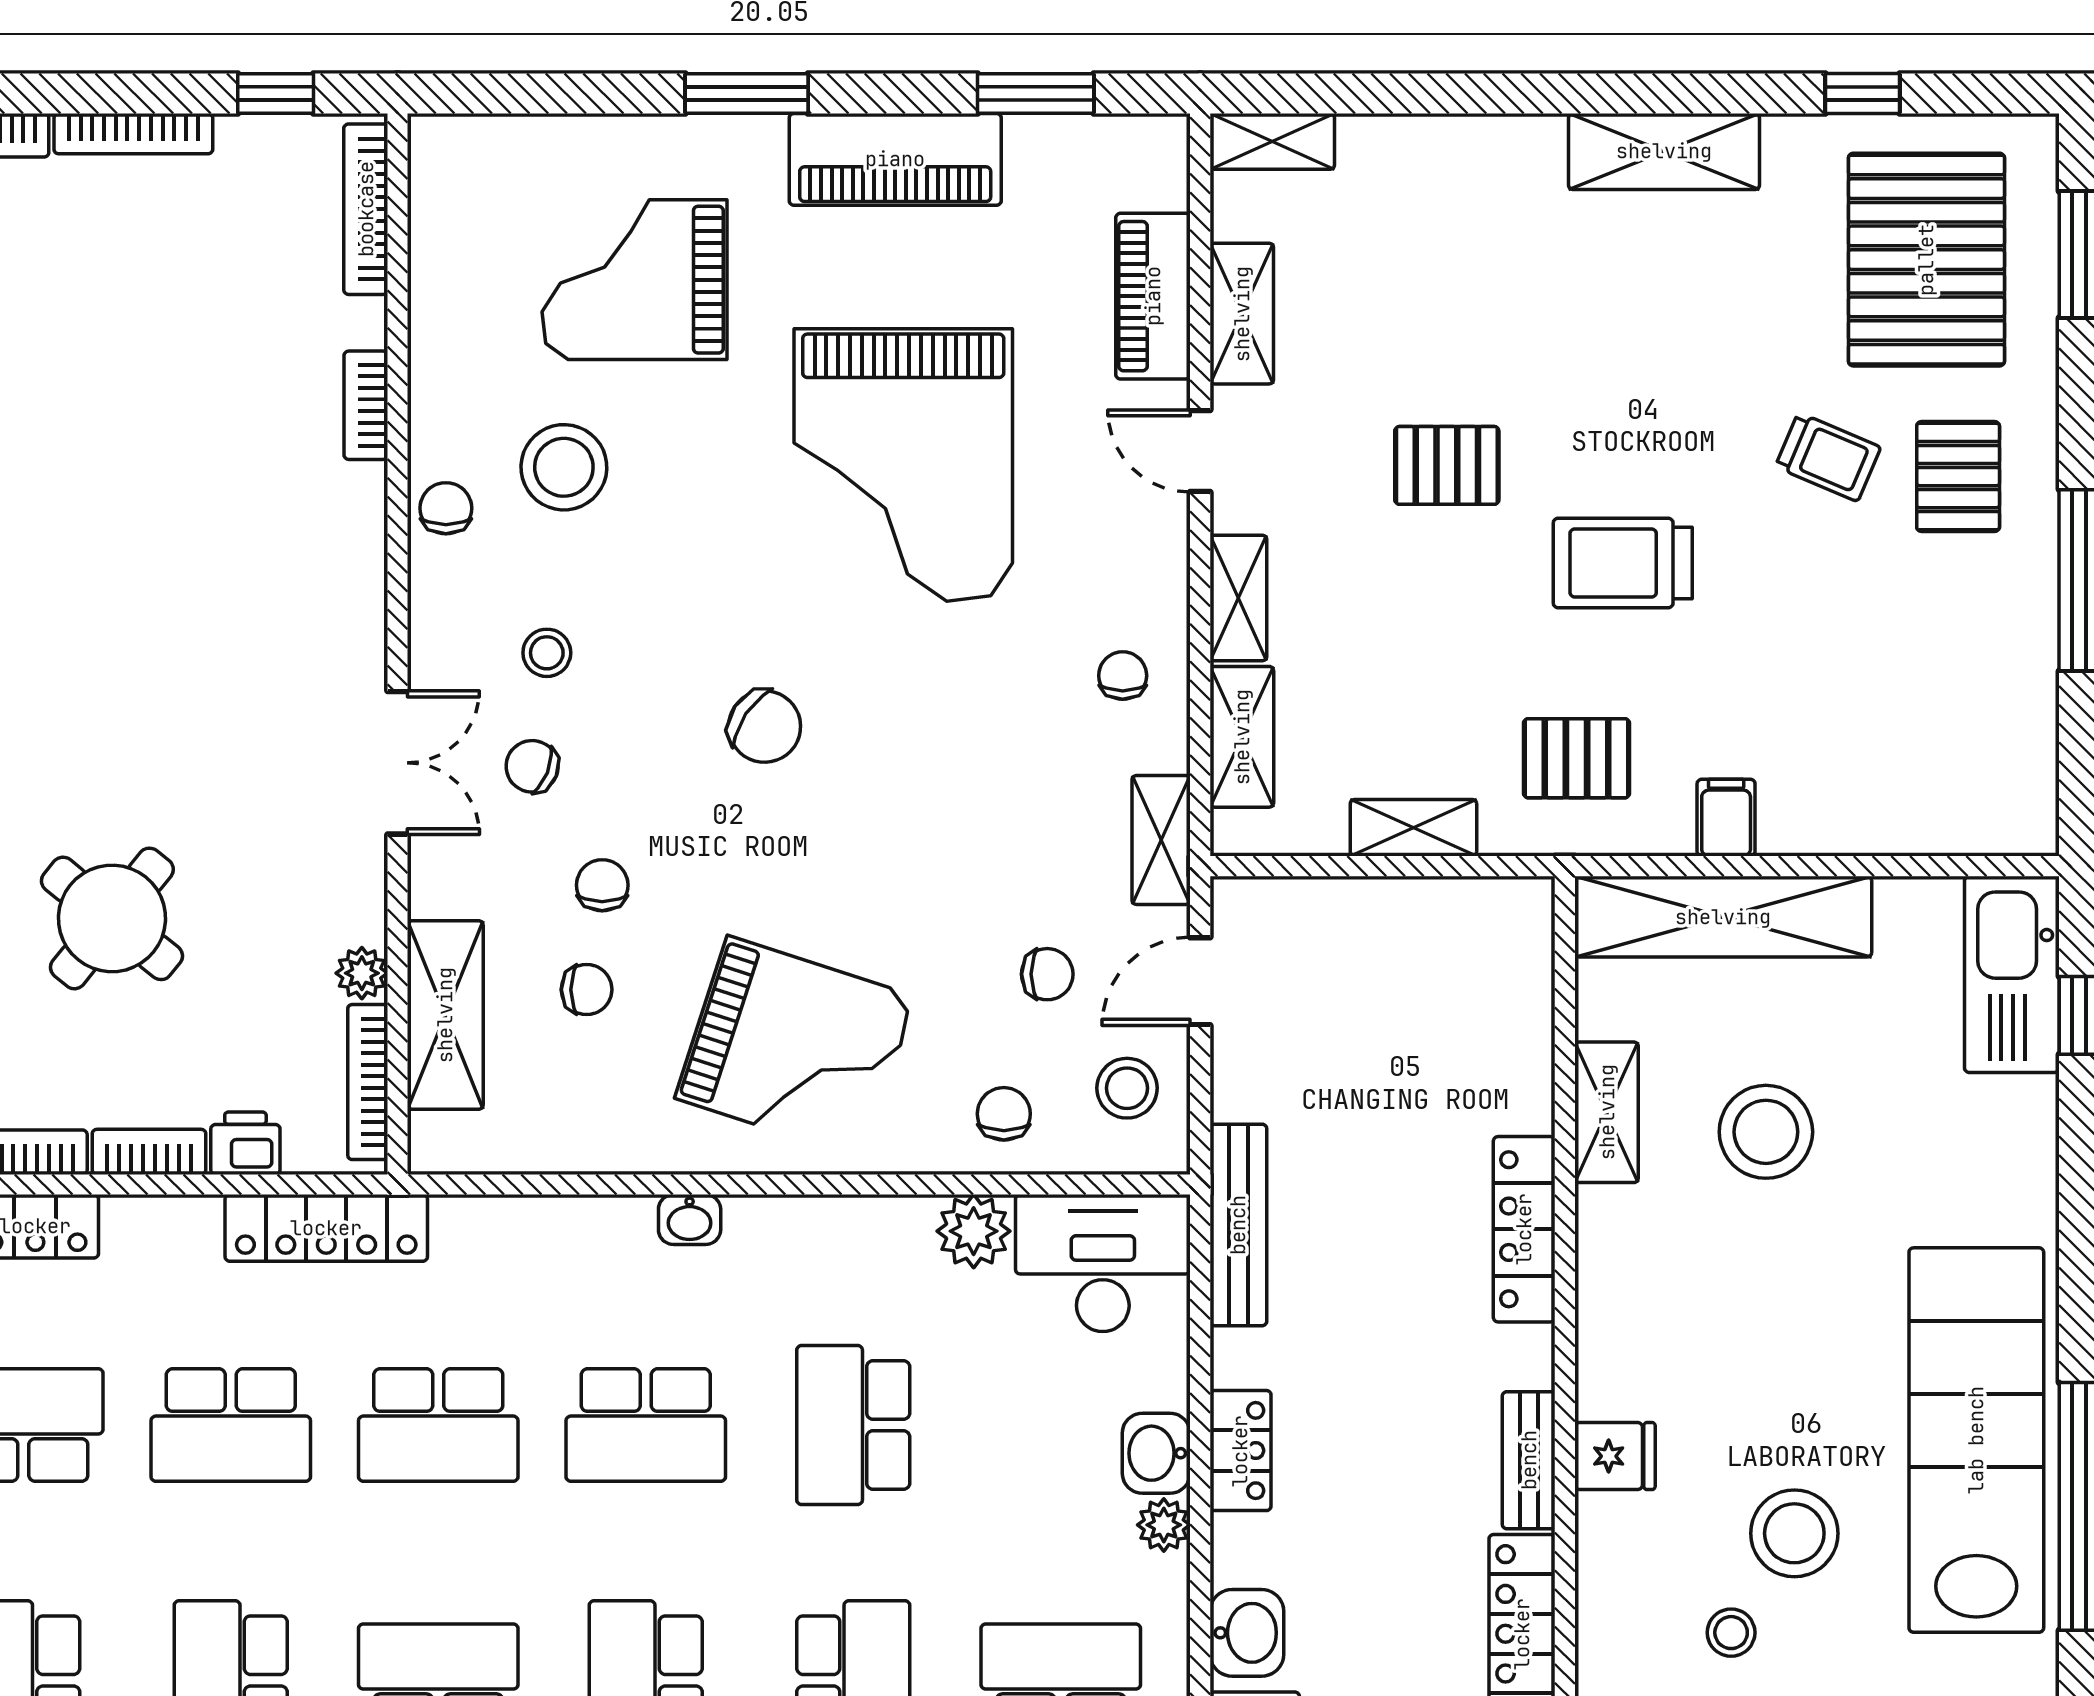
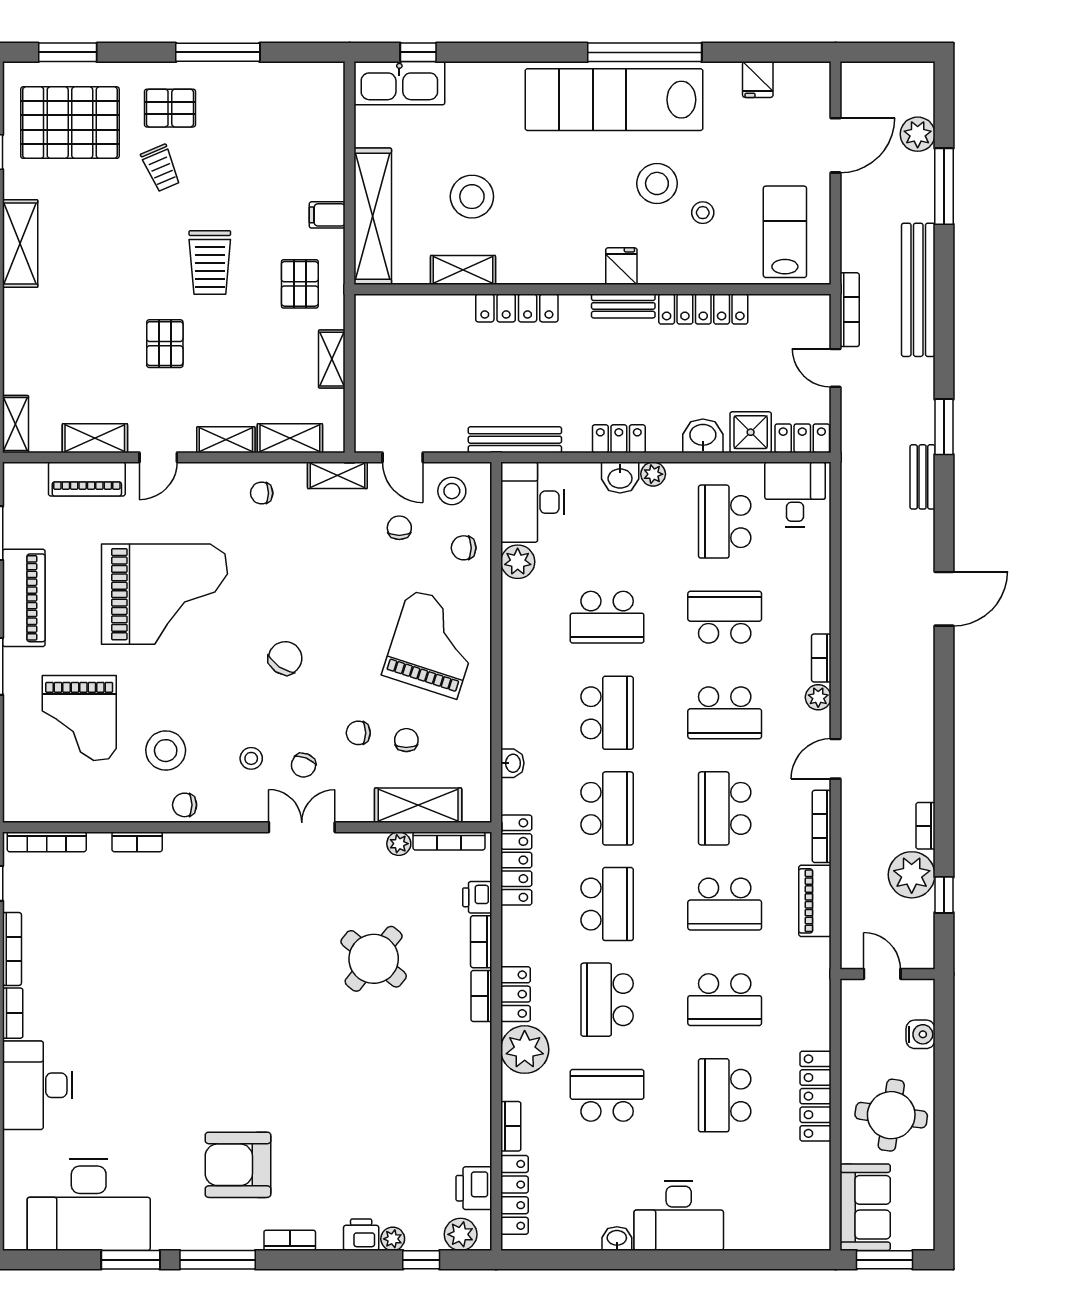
trolley: (1828, 457) -> (161, 168), turned 134
washbasin: (690, 1220) -> (512, 763), moved

